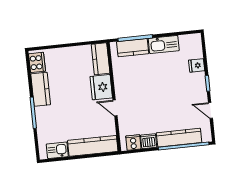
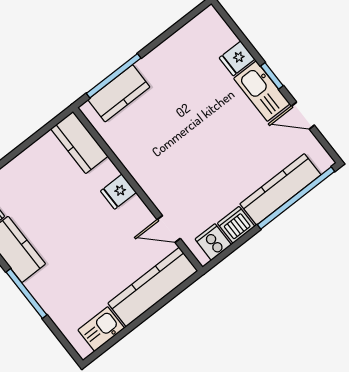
kitchen sink: (164, 44) -> (262, 91), moved, turned 90
fridge: (101, 87) -> (118, 192), width x0.53, depth x0.75
door: (115, 108) -> (169, 229), moved

